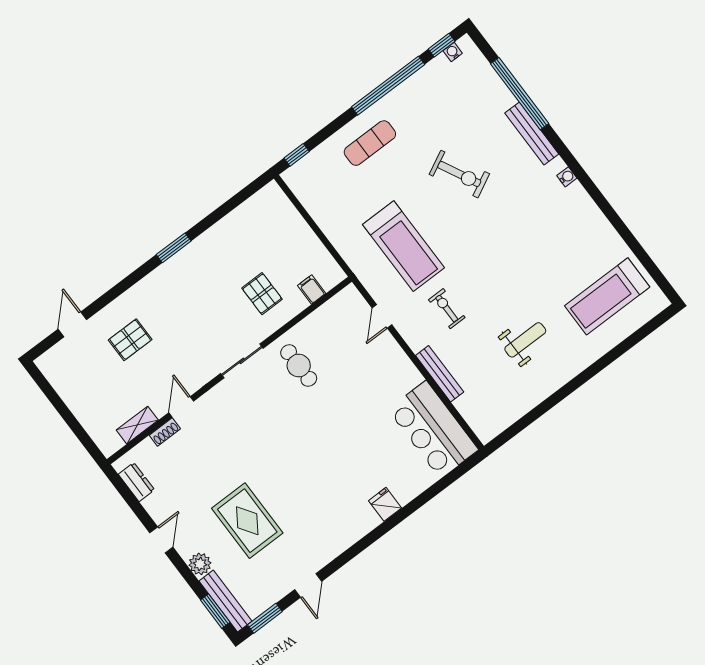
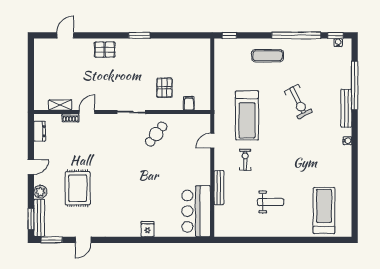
treadmill: (607, 296) -> (324, 210), turned 90
pallet: (130, 340) -> (105, 50), moved
cafe table: (299, 366) -> (156, 134), turned 38

